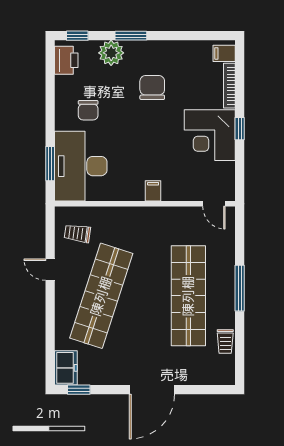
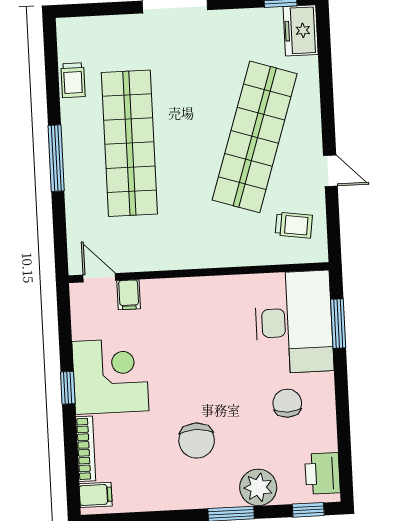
filing cabinet: (153, 191) -> (129, 295), moved
trolley: (225, 341) -> (73, 80), turned 180

